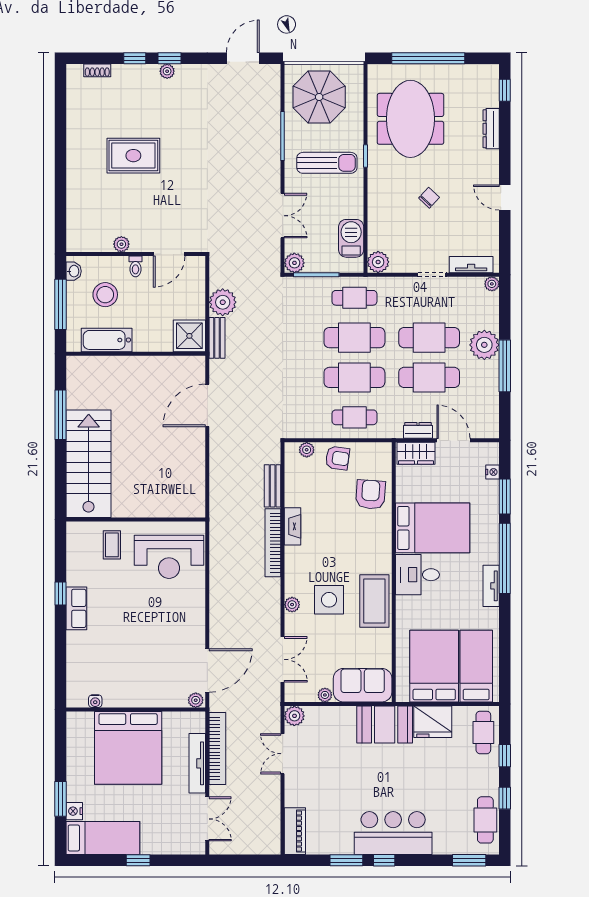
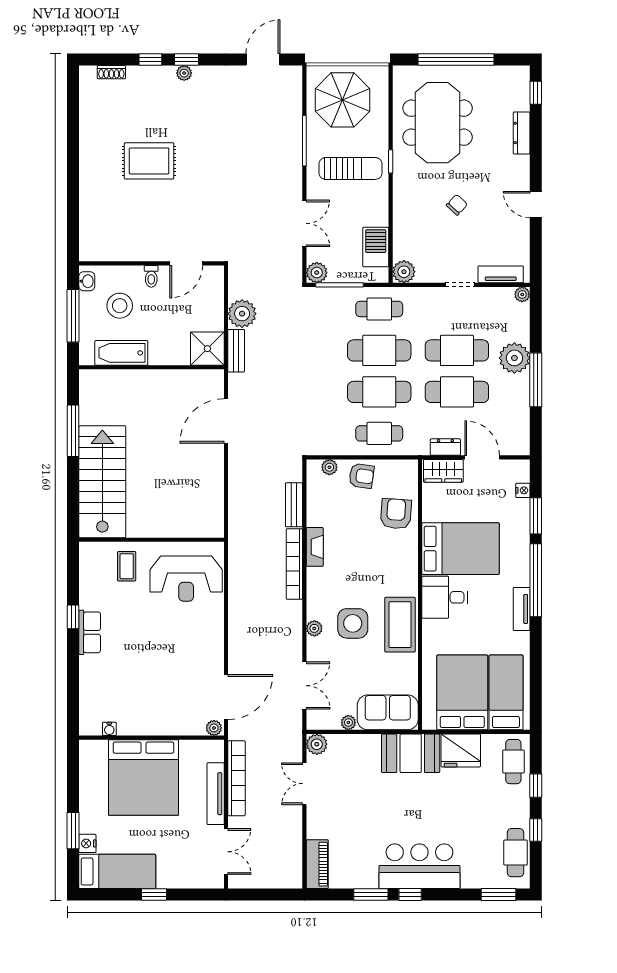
plant: (121, 244) -> (137, 253), removed

